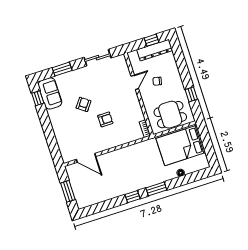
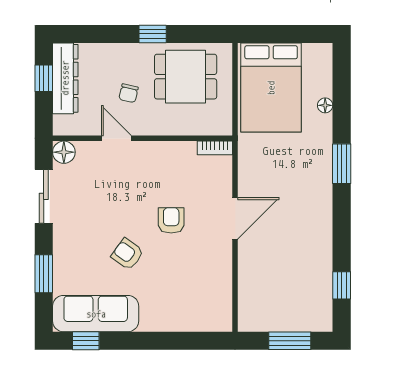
floor lamp: (121, 60) -> (64, 152), added
sofa: (50, 93) -> (96, 314), width x1.36
window: (191, 94) -> (153, 34), moved
dining table: (170, 115) -> (186, 77), moved, turned 90
door: (86, 158) -> (235, 218), moved
window: (132, 197) -> (342, 285), moved

